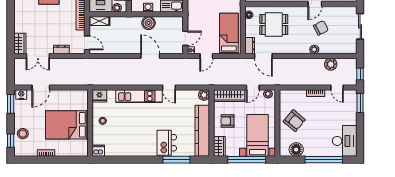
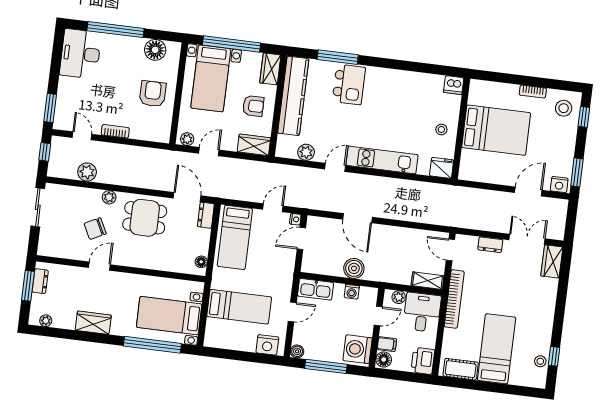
dining table: (274, 24) -> (145, 218), moved
sliding door: (360, 26) -> (38, 207), moved
door: (169, 87) -> (335, 167), hinge flipped
plant: (204, 95) -> (306, 152), moved
wardrobe: (229, 96) -> (254, 145), width x0.67
armchair: (294, 121) -> (153, 94), turned 50
stool: (23, 134) -> (564, 108), moved

